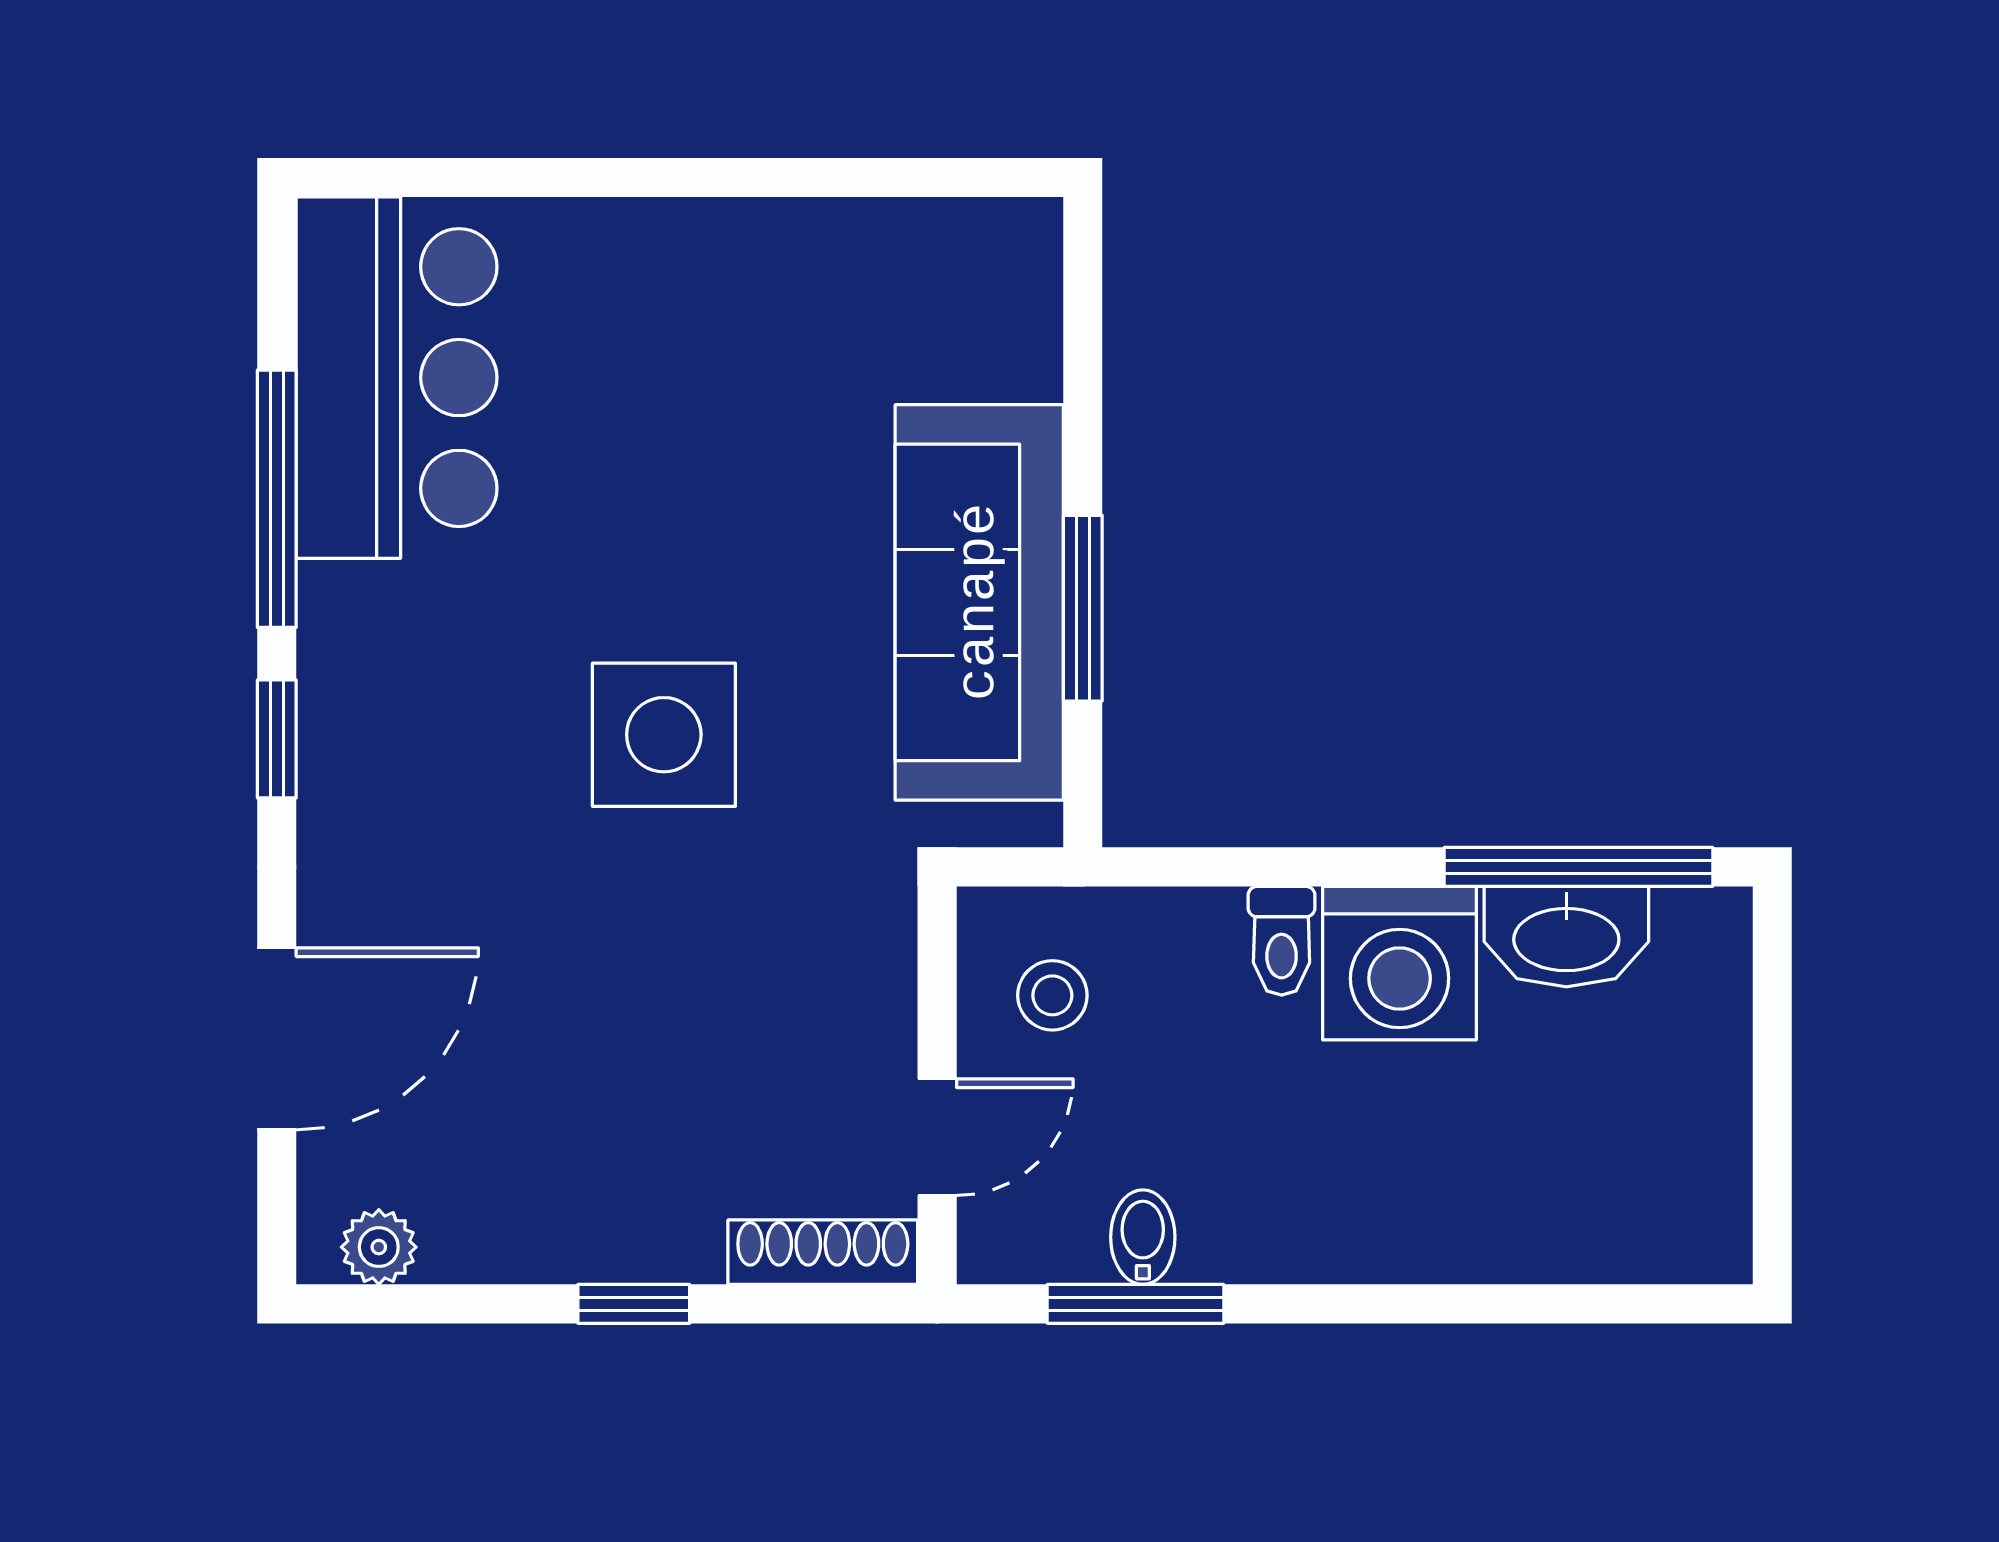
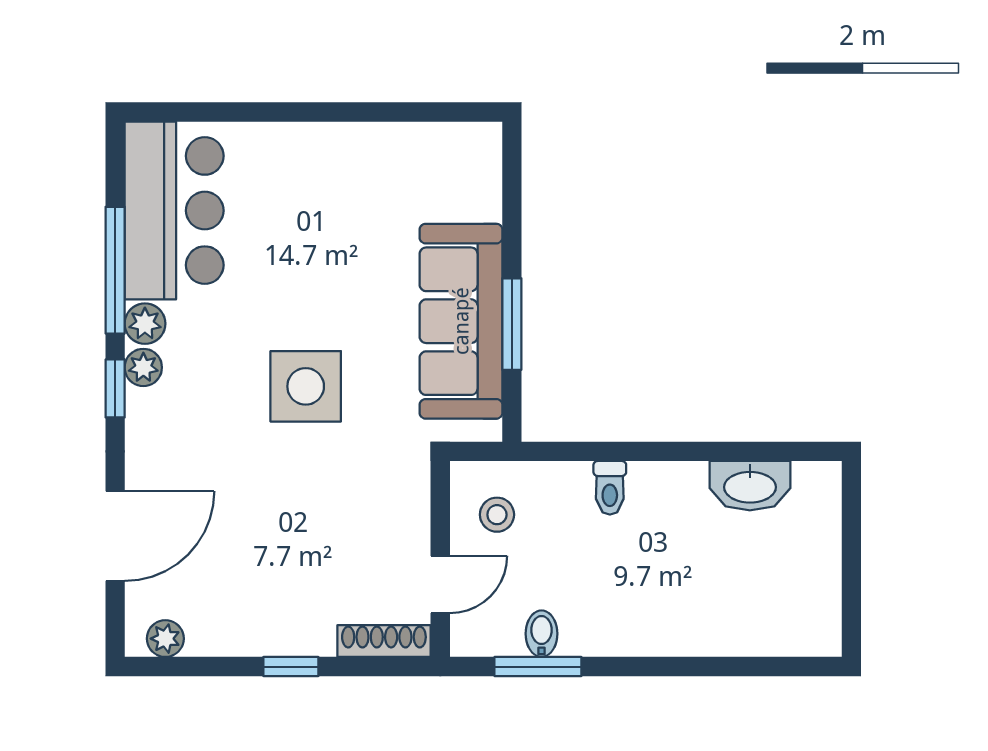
plant: (337, 607) -> (145, 324), added
plant: (334, 696) -> (143, 367), added
window: (1578, 867) -> (756, 451), removed
washing machine: (1400, 963) -> (668, 499), removed

